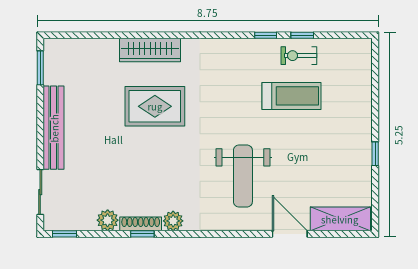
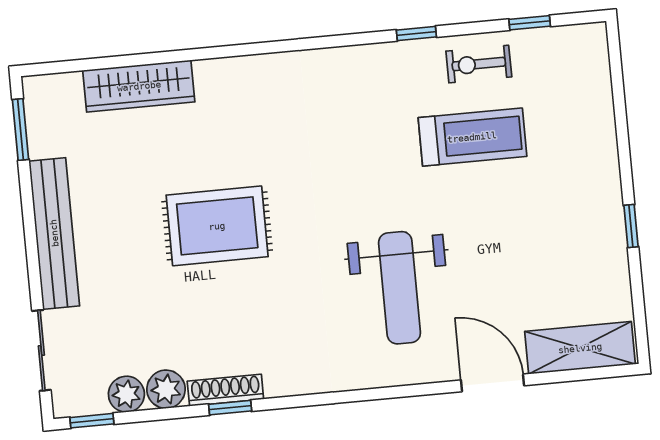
window: (302, 35) -> (530, 23), moved
wardrobe: (150, 50) -> (139, 86), moved
rug: (155, 106) -> (217, 226), moved
plant: (173, 221) -> (126, 394), moved

